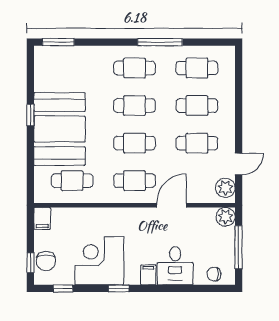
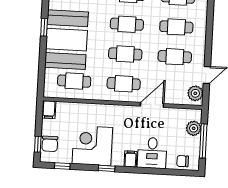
plant: (226, 217) -> (194, 128), moved

